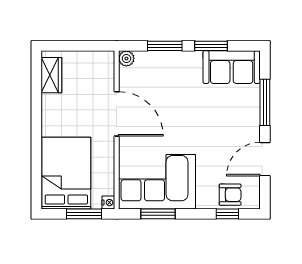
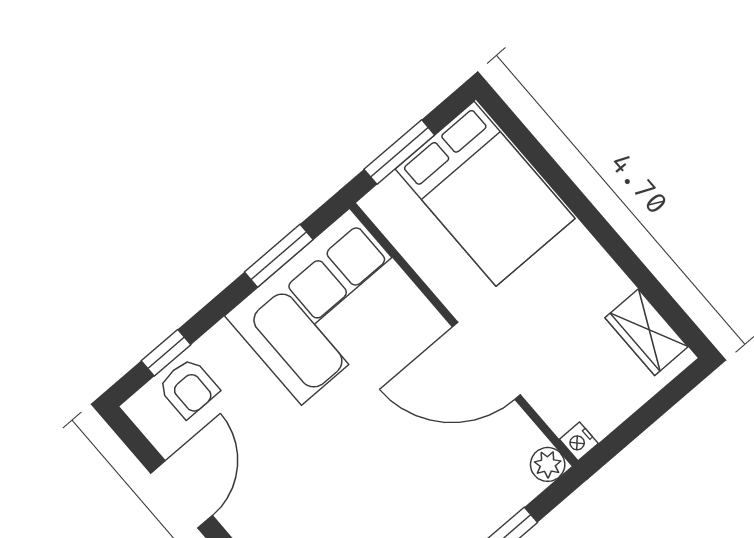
armchair: (230, 195) -> (188, 388), turned -90
nightstand: (108, 203) -> (579, 441), moved

